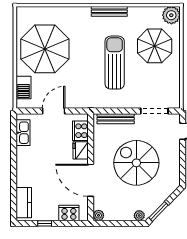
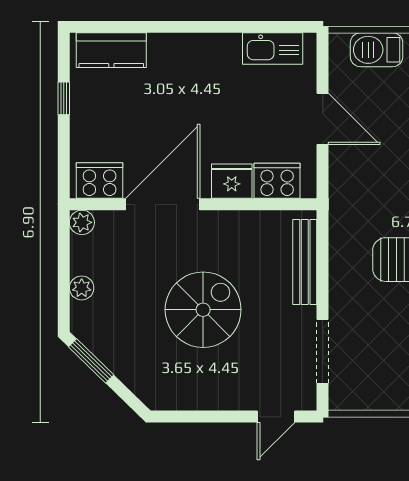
spiral stairs: (136, 163) -> (203, 310), width x0.73, depth x0.73
cooker: (69, 213) -> (100, 181), moved, turned -90
plant: (139, 216) -> (82, 288), moved

